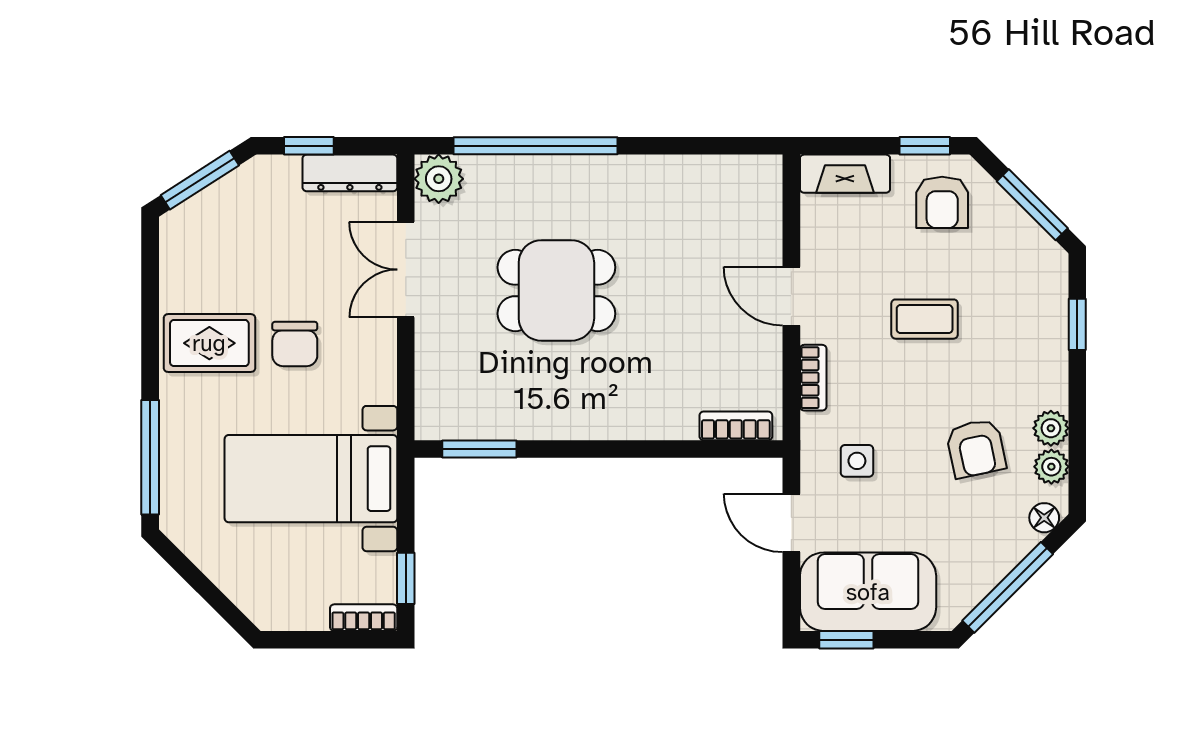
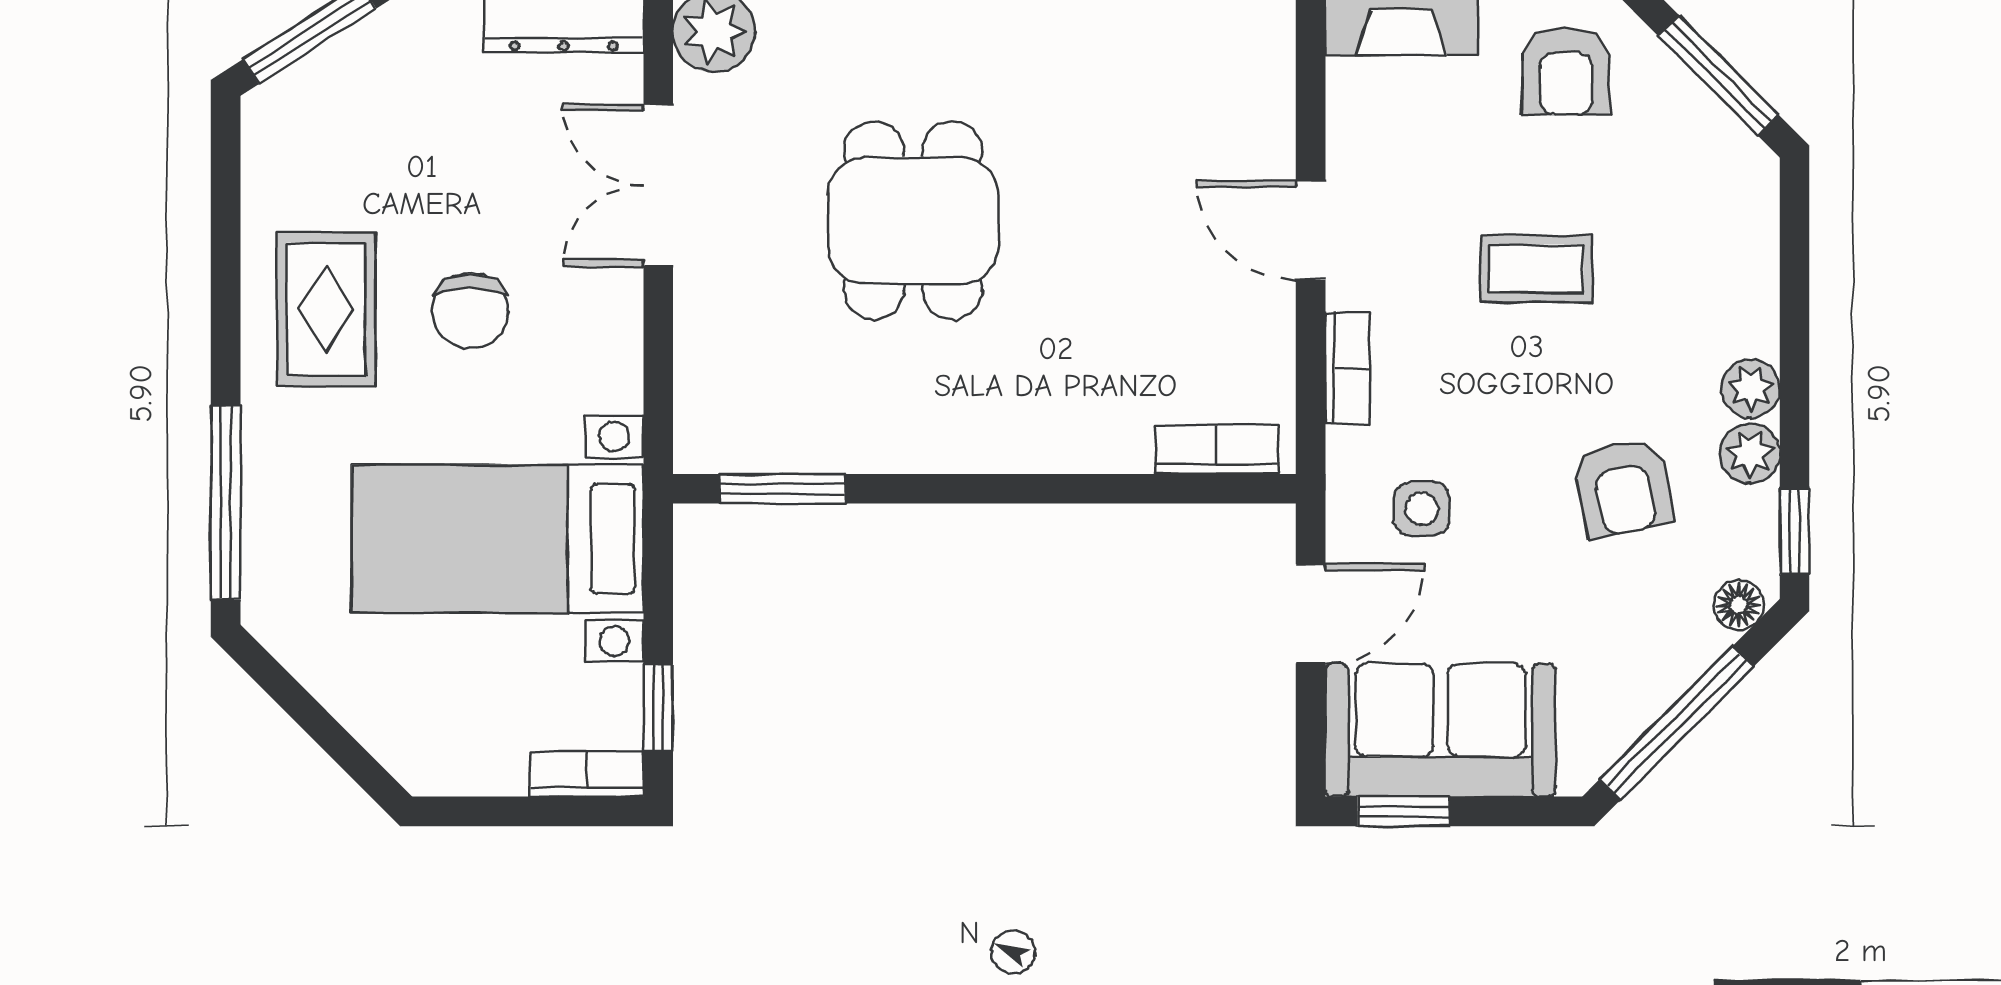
dining table: (556, 290) -> (913, 220), turned 90
window: (1077, 324) -> (1795, 532), moved
rug: (209, 343) -> (326, 309), turned 90
plant: (1051, 467) -> (1751, 388), moved
door: (791, 523) -> (1311, 614), swing flipped

